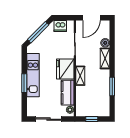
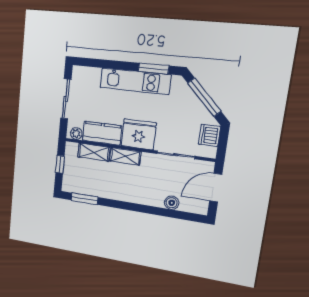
door: (91, 18) -> (216, 188), hinge flipped
shelving: (105, 58) -> (94, 152), moved
window: (24, 83) -> (154, 69), moved
window: (112, 87) -> (85, 199), moved

